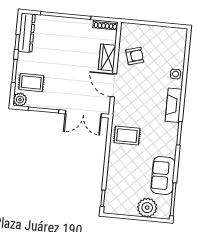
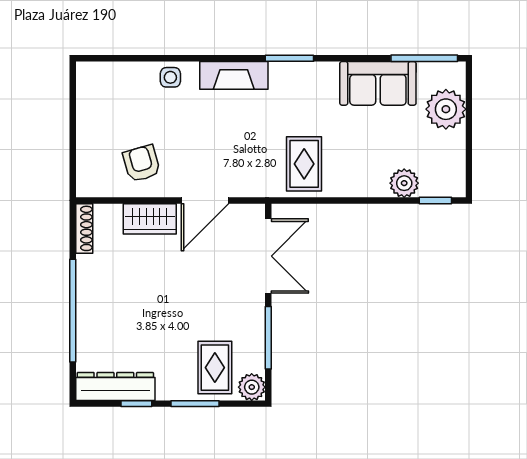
plant: (113, 184) -> (404, 183), added

